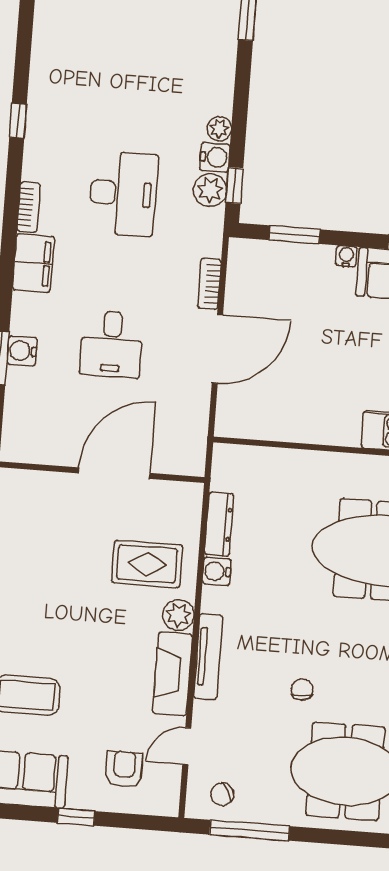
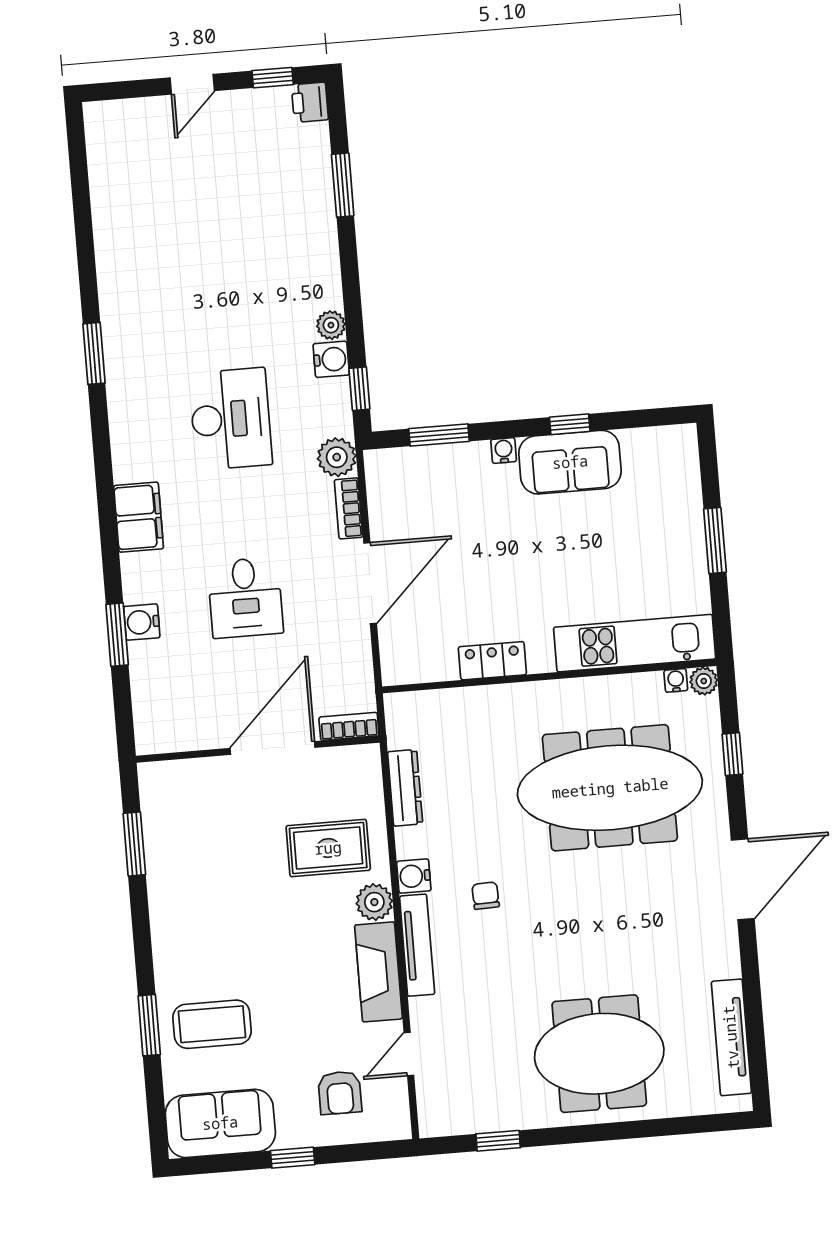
window: (18, 121) -> (94, 353), width x1.50
plant: (210, 190) -> (337, 457), moved
bookcase: (29, 207) -> (349, 726), moved, turned -90
locker: (309, 430) -> (492, 661), added
water cooler: (217, 571) -> (414, 876), moved
chair: (302, 689) -> (486, 896), moved
armchair: (124, 769) -> (340, 1093), turned 180
chair: (222, 794) -> (459, 1104), removed
window: (250, 830) -> (498, 1141), width x0.46

